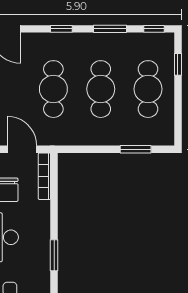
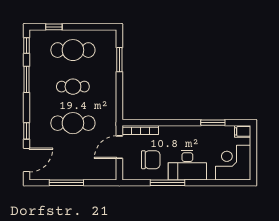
window: (61, 29) -> (26, 131), moved
cafe table: (101, 89) -> (73, 87), width x0.73, depth x0.74
window: (54, 255) -> (213, 123), moved

